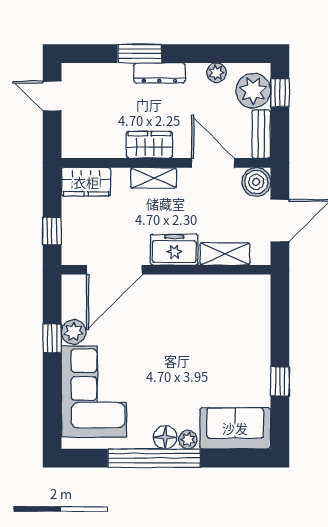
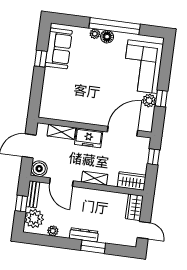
window: (280, 93) -> (21, 204), moved
wardrobe: (149, 145) -> (134, 207), moved, turned 90
sofa: (235, 428) -> (59, 48), moved, turned -90

